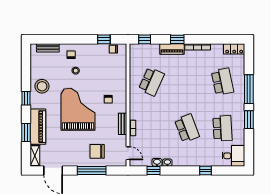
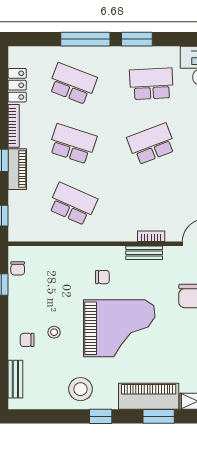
locker: (234, 49) -> (17, 85), moved
school desk: (187, 82) -> (73, 144), added
school desk: (223, 82) -> (73, 84), turned 33
grand piano: (78, 109) -> (119, 328), turned 180

